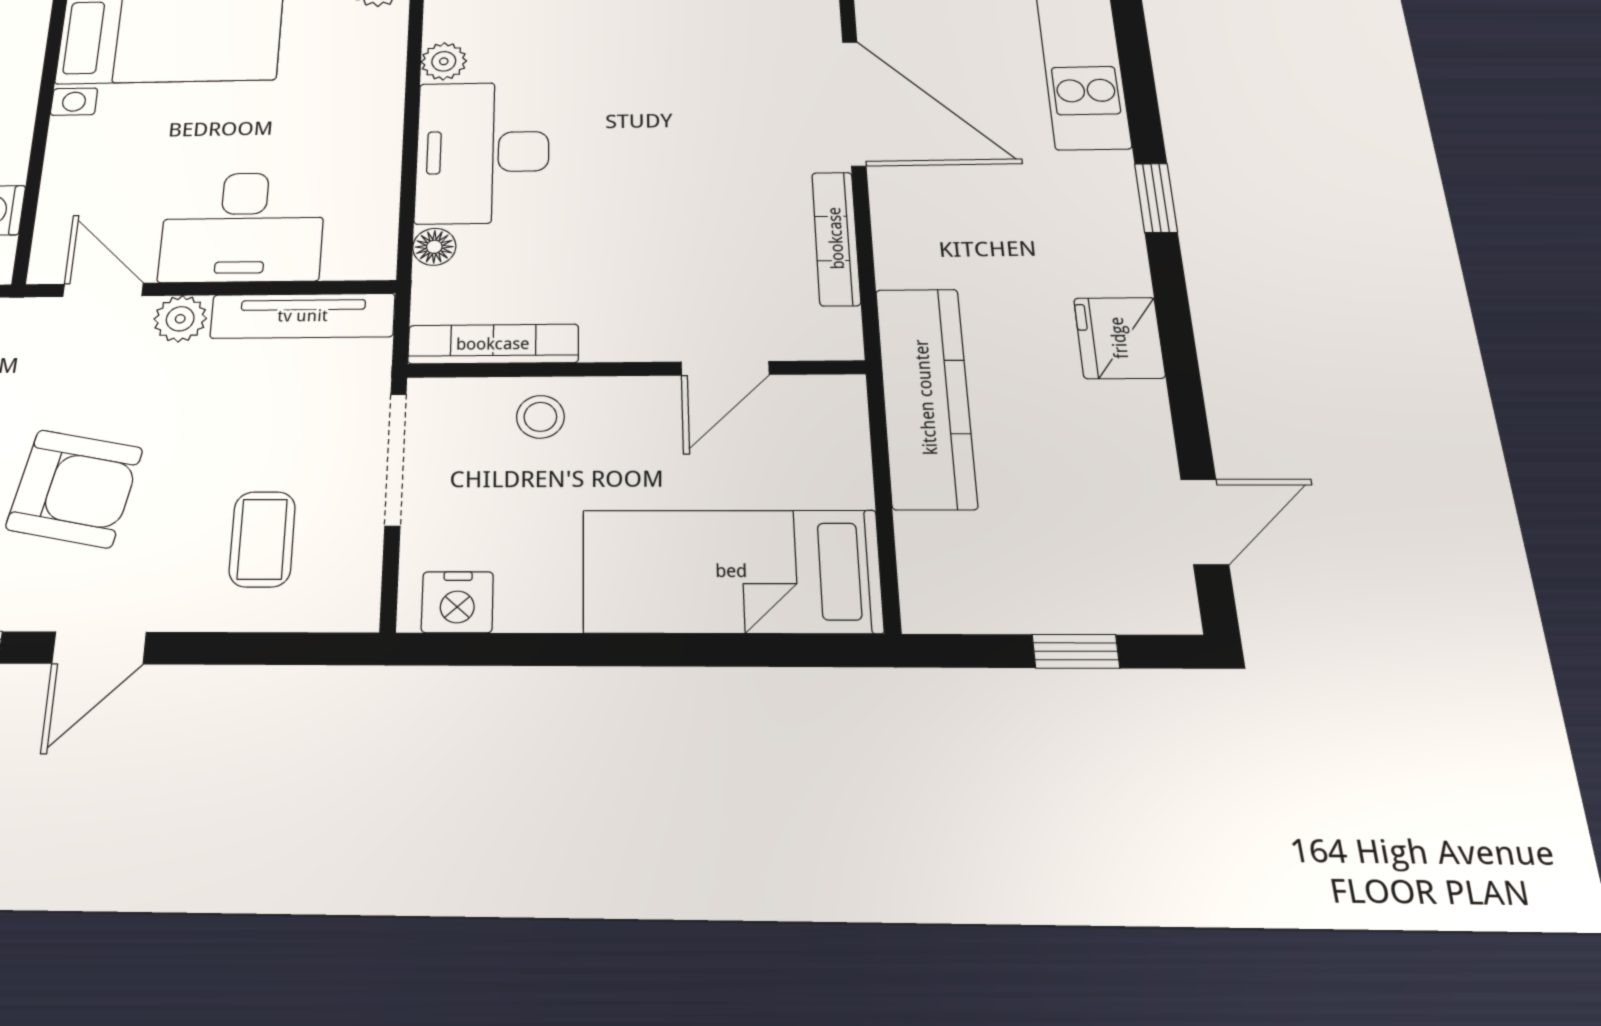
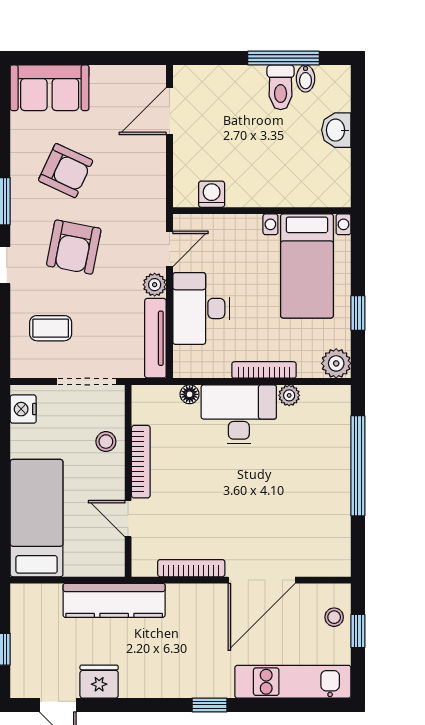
bookcase: (386, 107) -> (264, 370), added
fridge: (1119, 338) -> (99, 682), moved
bookcase: (493, 344) -> (141, 462), moved

